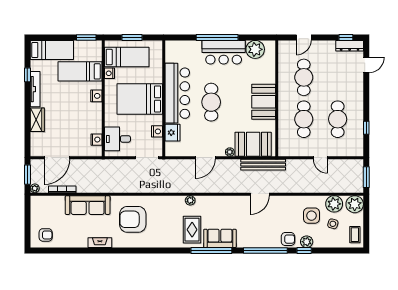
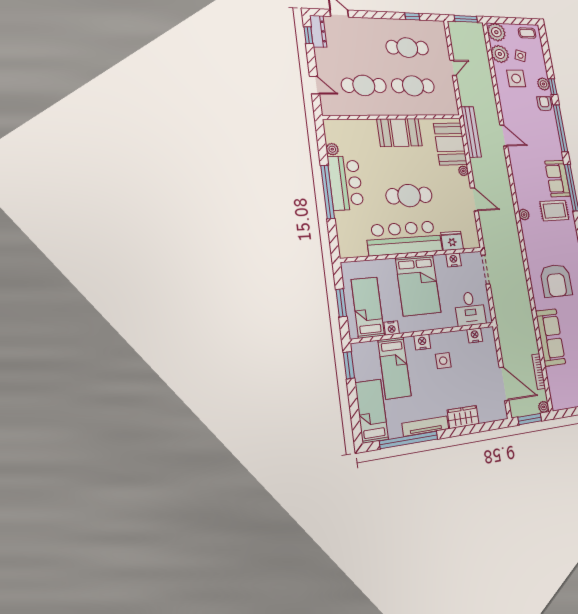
plant: (255, 49) -> (332, 149), width x0.53, depth x0.53
window: (27, 75) -> (409, 440), width x3.17
side table: (81, 111) -> (443, 361), added

